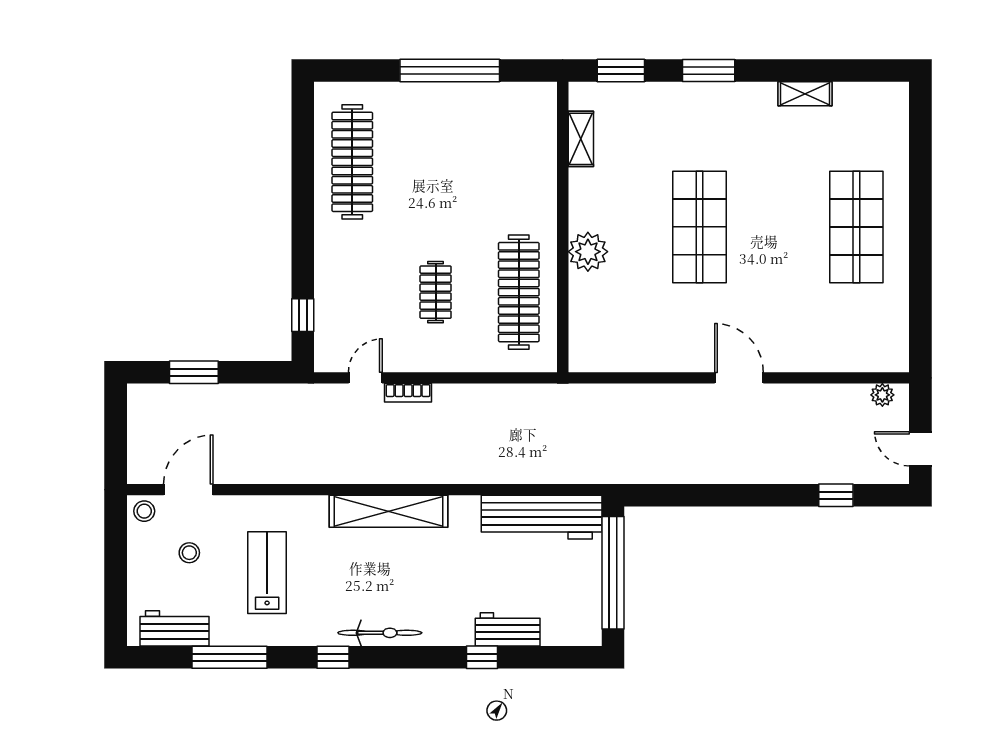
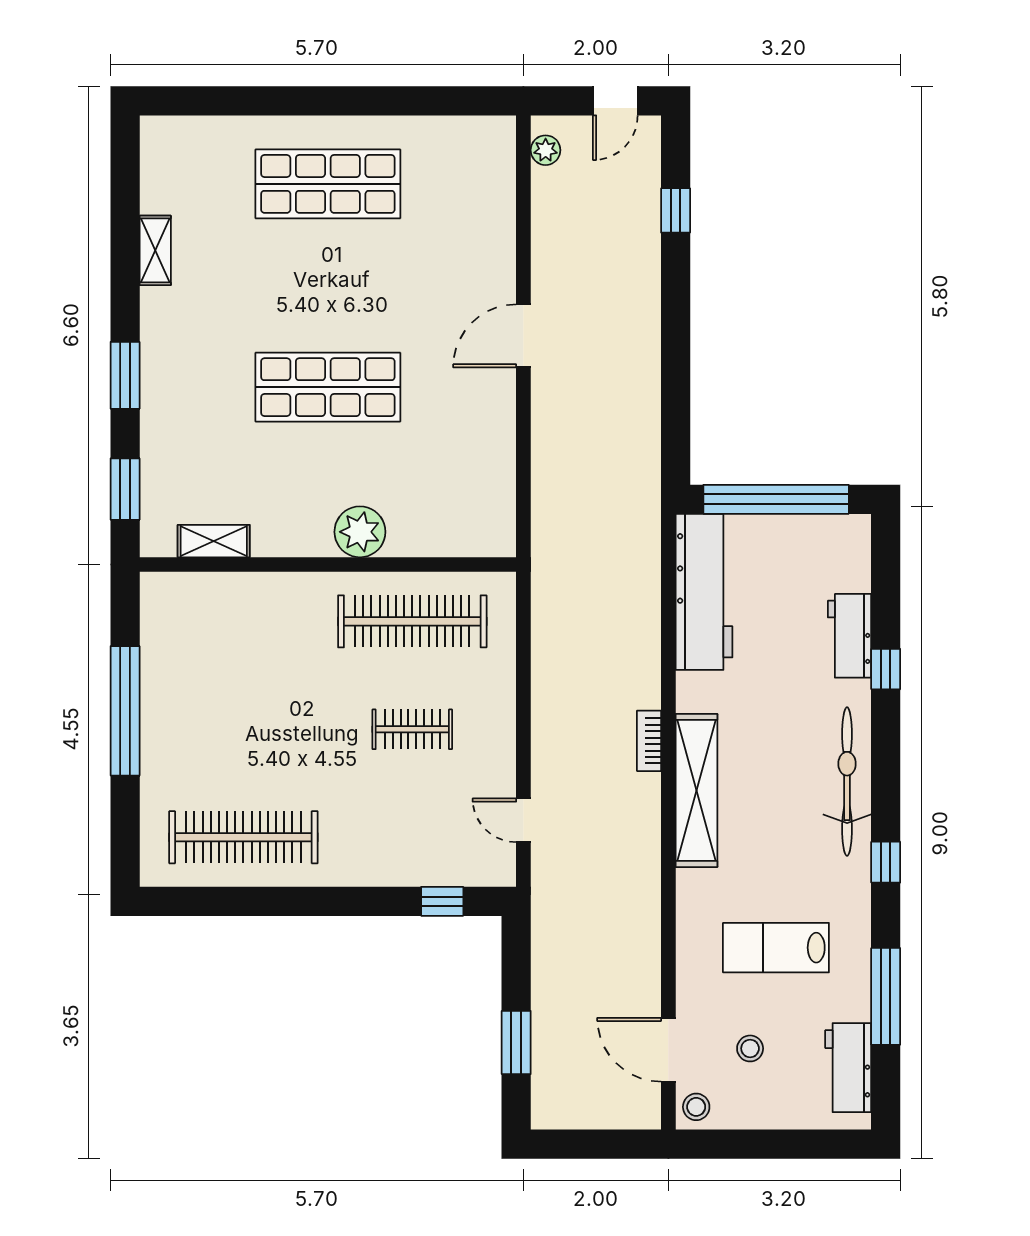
bookcase: (408, 393) -> (649, 741), moved, turned 180
bicycle: (380, 633) -> (847, 782), width x1.37, depth x1.40

